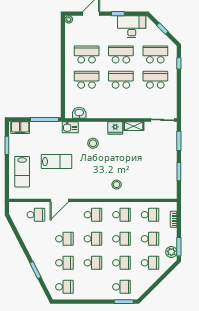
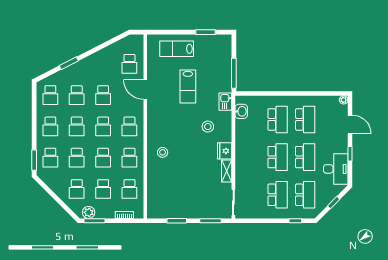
filing cabinet: (20, 128) -> (225, 47), removed
school desk: (93, 287) -> (50, 126), added

